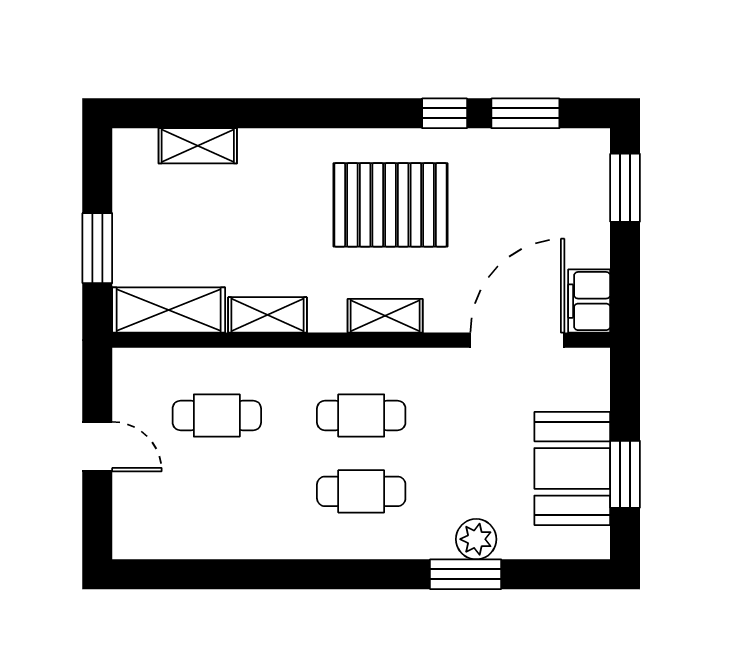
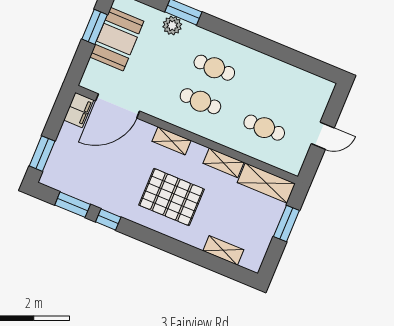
pallet: (390, 205) -> (172, 197), moved
door: (97, 447) -> (323, 136), swing flipped

